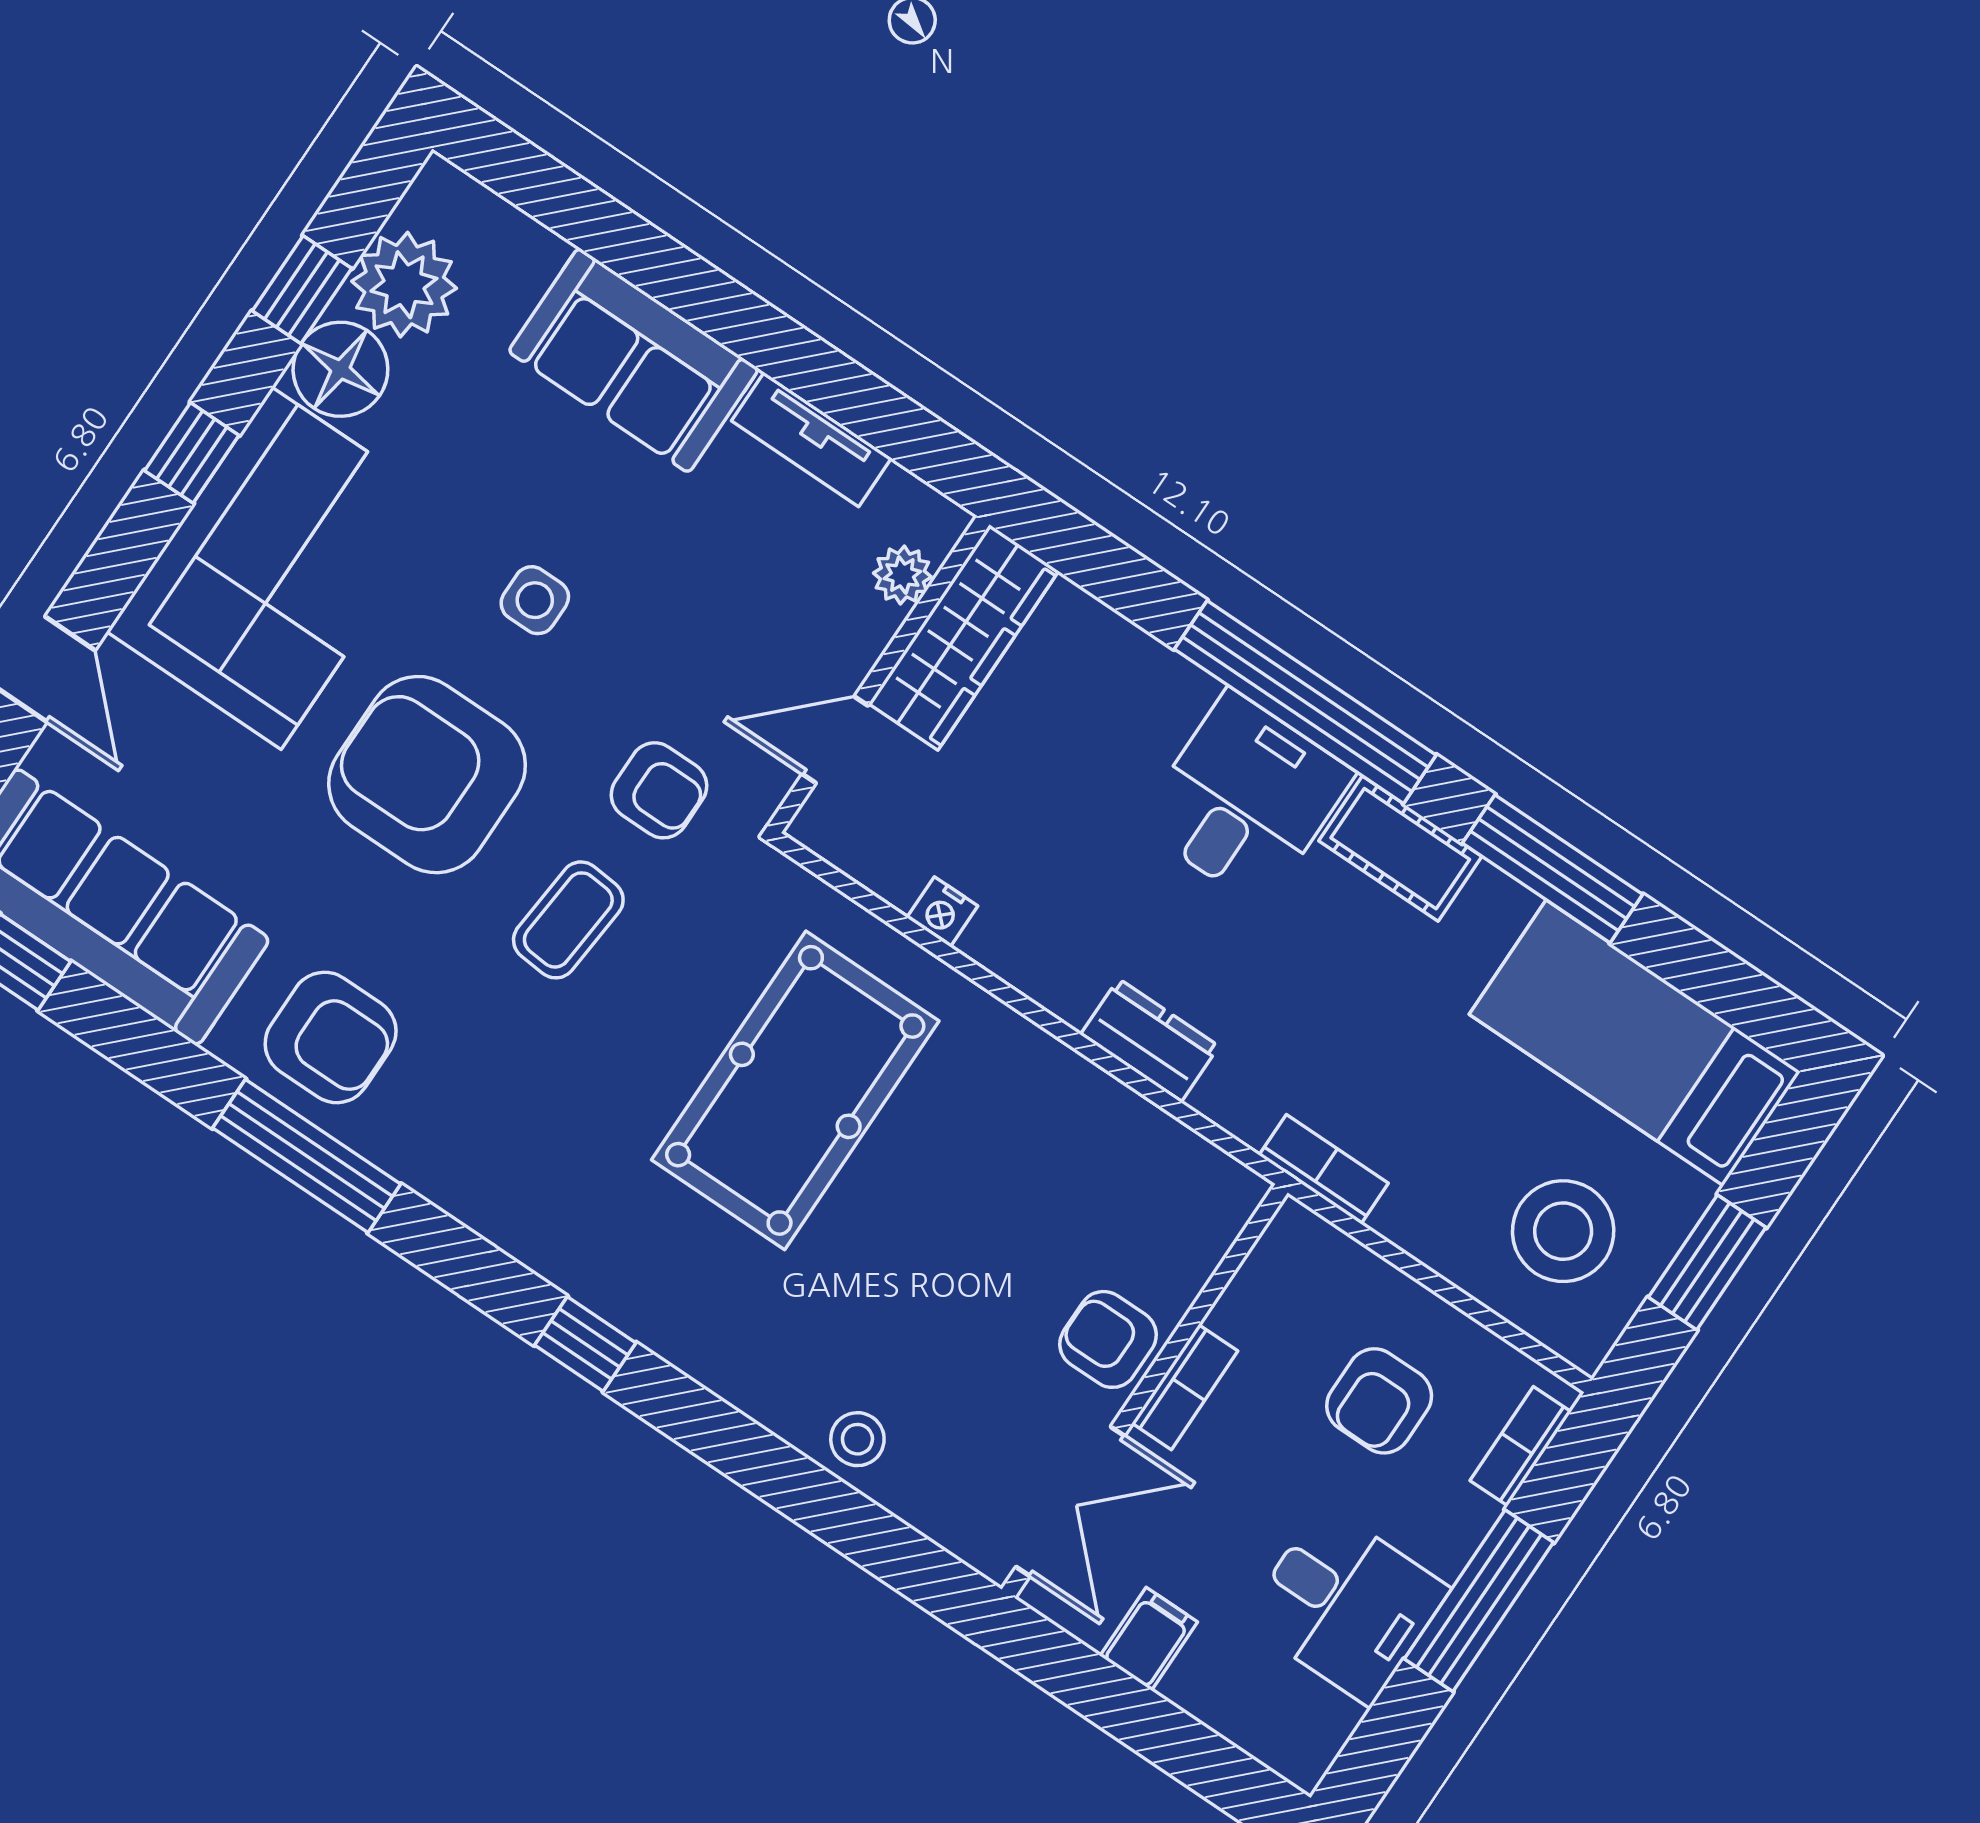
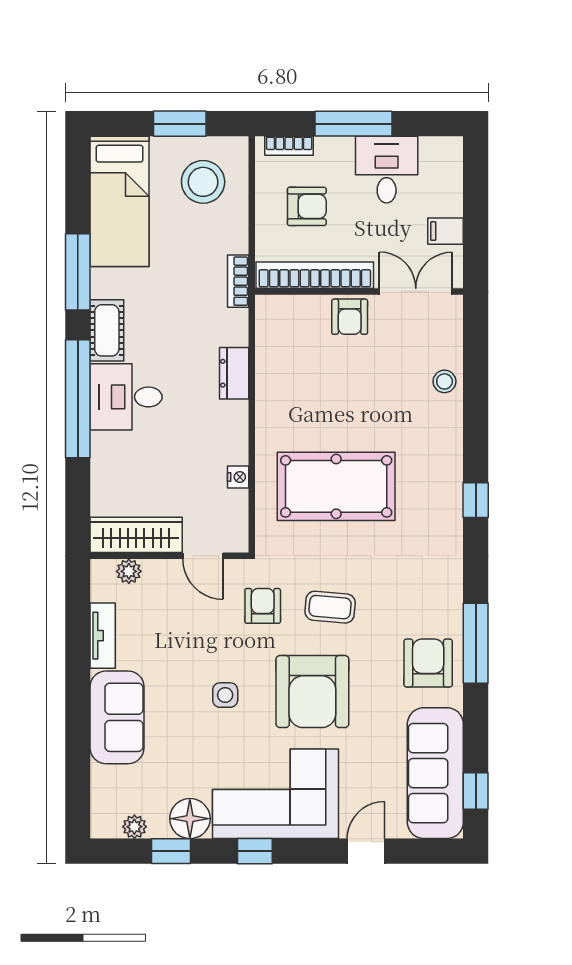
plant: (404, 285) -> (134, 827), width x0.53, depth x0.53
bookcase: (1185, 1387) -> (315, 275), width x2.31, depth x1.31

